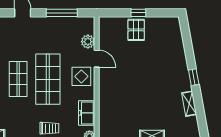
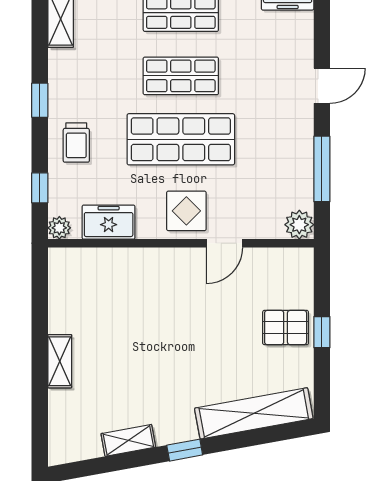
plant: (88, 42) -> (299, 225), moved
shelving: (176, 45) -> (254, 413), added

